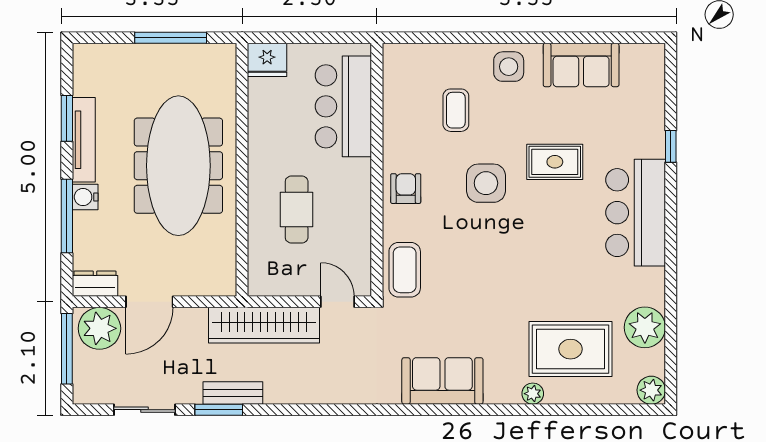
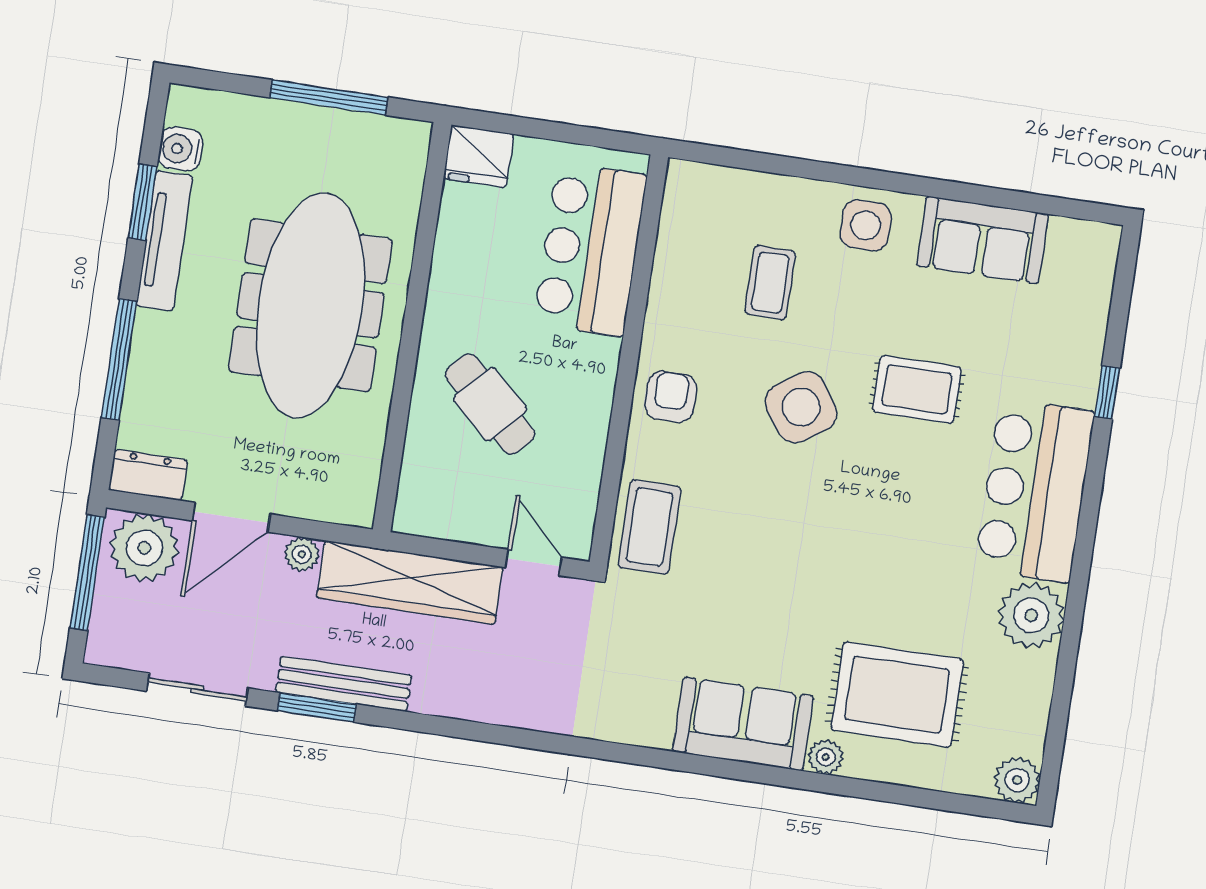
side table: (486, 183) -> (801, 407), turned -35
water cooler: (85, 197) -> (180, 149), moved
cafe table: (297, 210) -> (490, 404), turned -47
plant: (196, 318) -> (302, 554), added
plant: (645, 327) -> (1031, 615), moved
sofa: (442, 381) -> (743, 724), moved
bench: (233, 393) -> (344, 684), width x1.36

